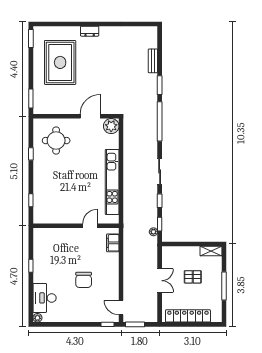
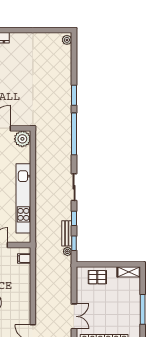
plant: (153, 33) -> (67, 40), added
bench: (153, 61) -> (67, 233), moved
filing cabinet: (113, 243) -> (24, 258), width x0.50
pallet: (193, 277) -> (97, 277), moved
double door: (160, 281) -> (74, 316), moved

